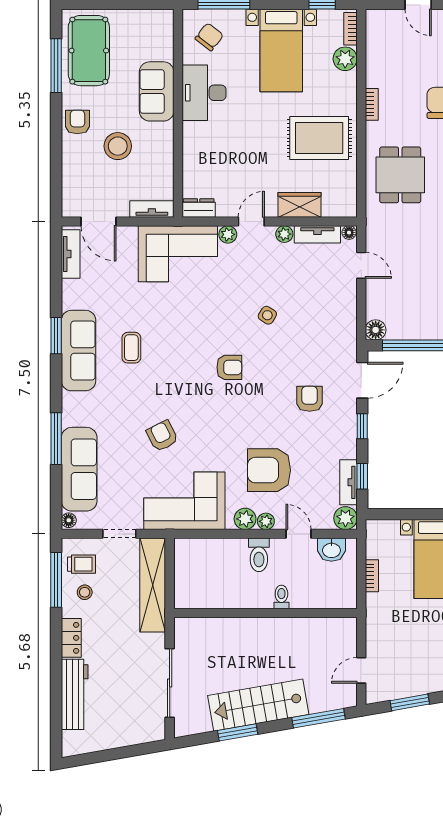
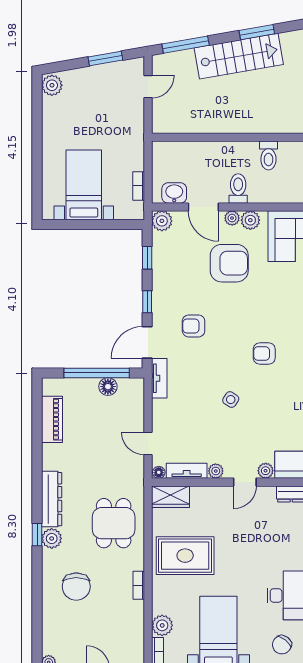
wardrobe: (300, 205) -> (171, 497), moved
floor lamp: (376, 330) -> (108, 387), moved
armchair: (310, 399) -> (194, 326), turned 90
tv unit: (348, 482) -> (159, 378), moved
door: (298, 534) -> (203, 207), width x1.38
bookcase: (372, 576) -> (139, 186), moved
toilet: (281, 597) -> (268, 155), moved, width x1.37, depth x1.39

